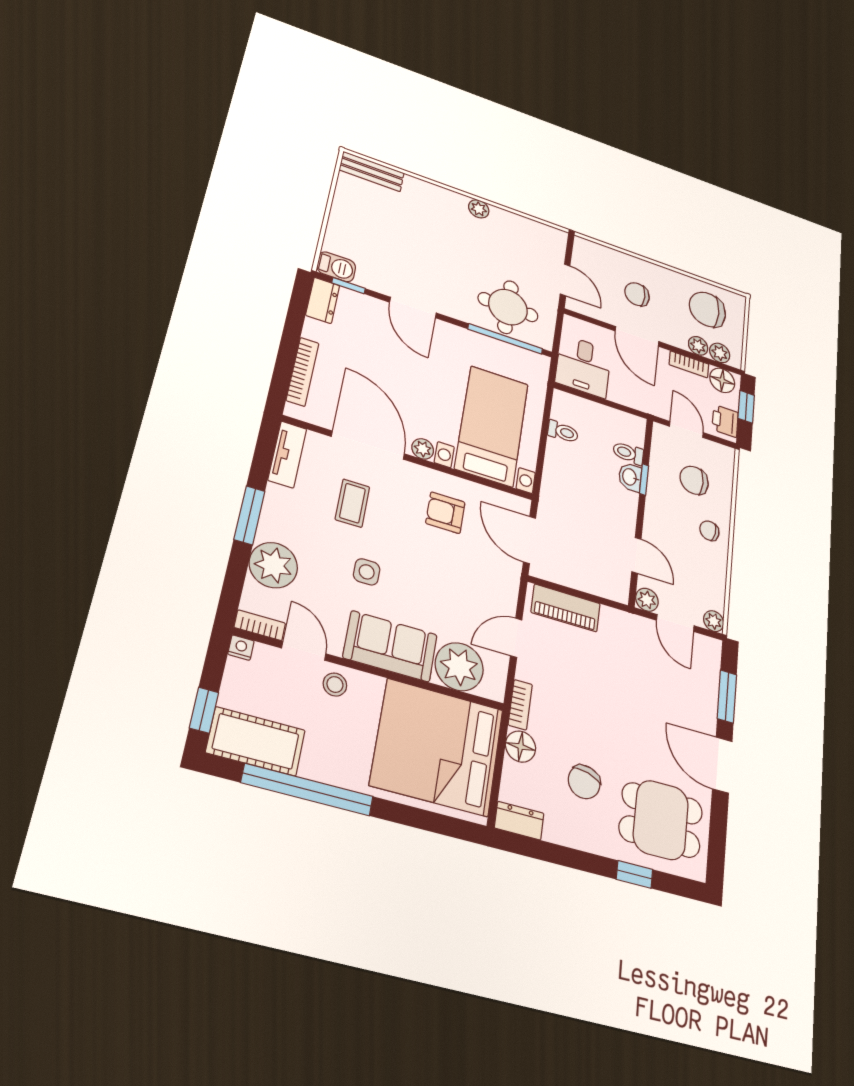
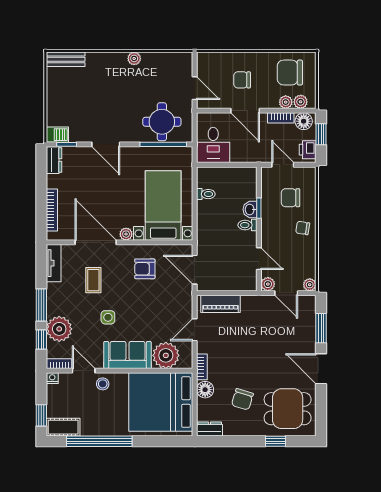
toilet: (628, 453) -> (247, 225), moved
window: (236, 574) -> (41, 340), added
cot: (256, 741) -> (63, 427), width x0.73, depth x0.75

